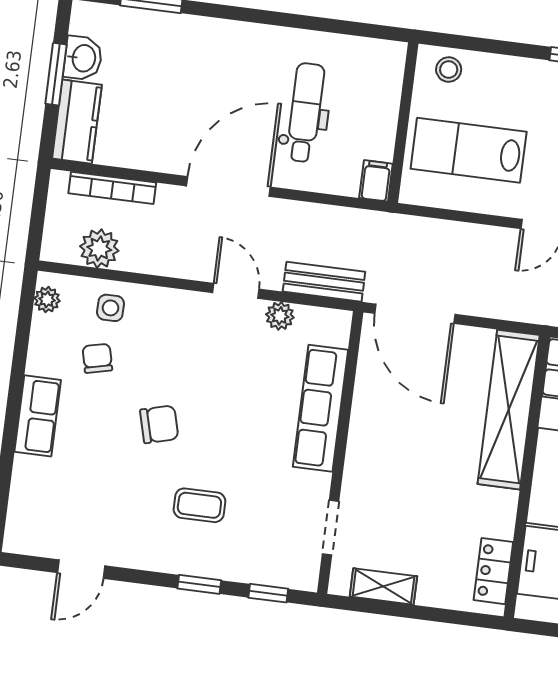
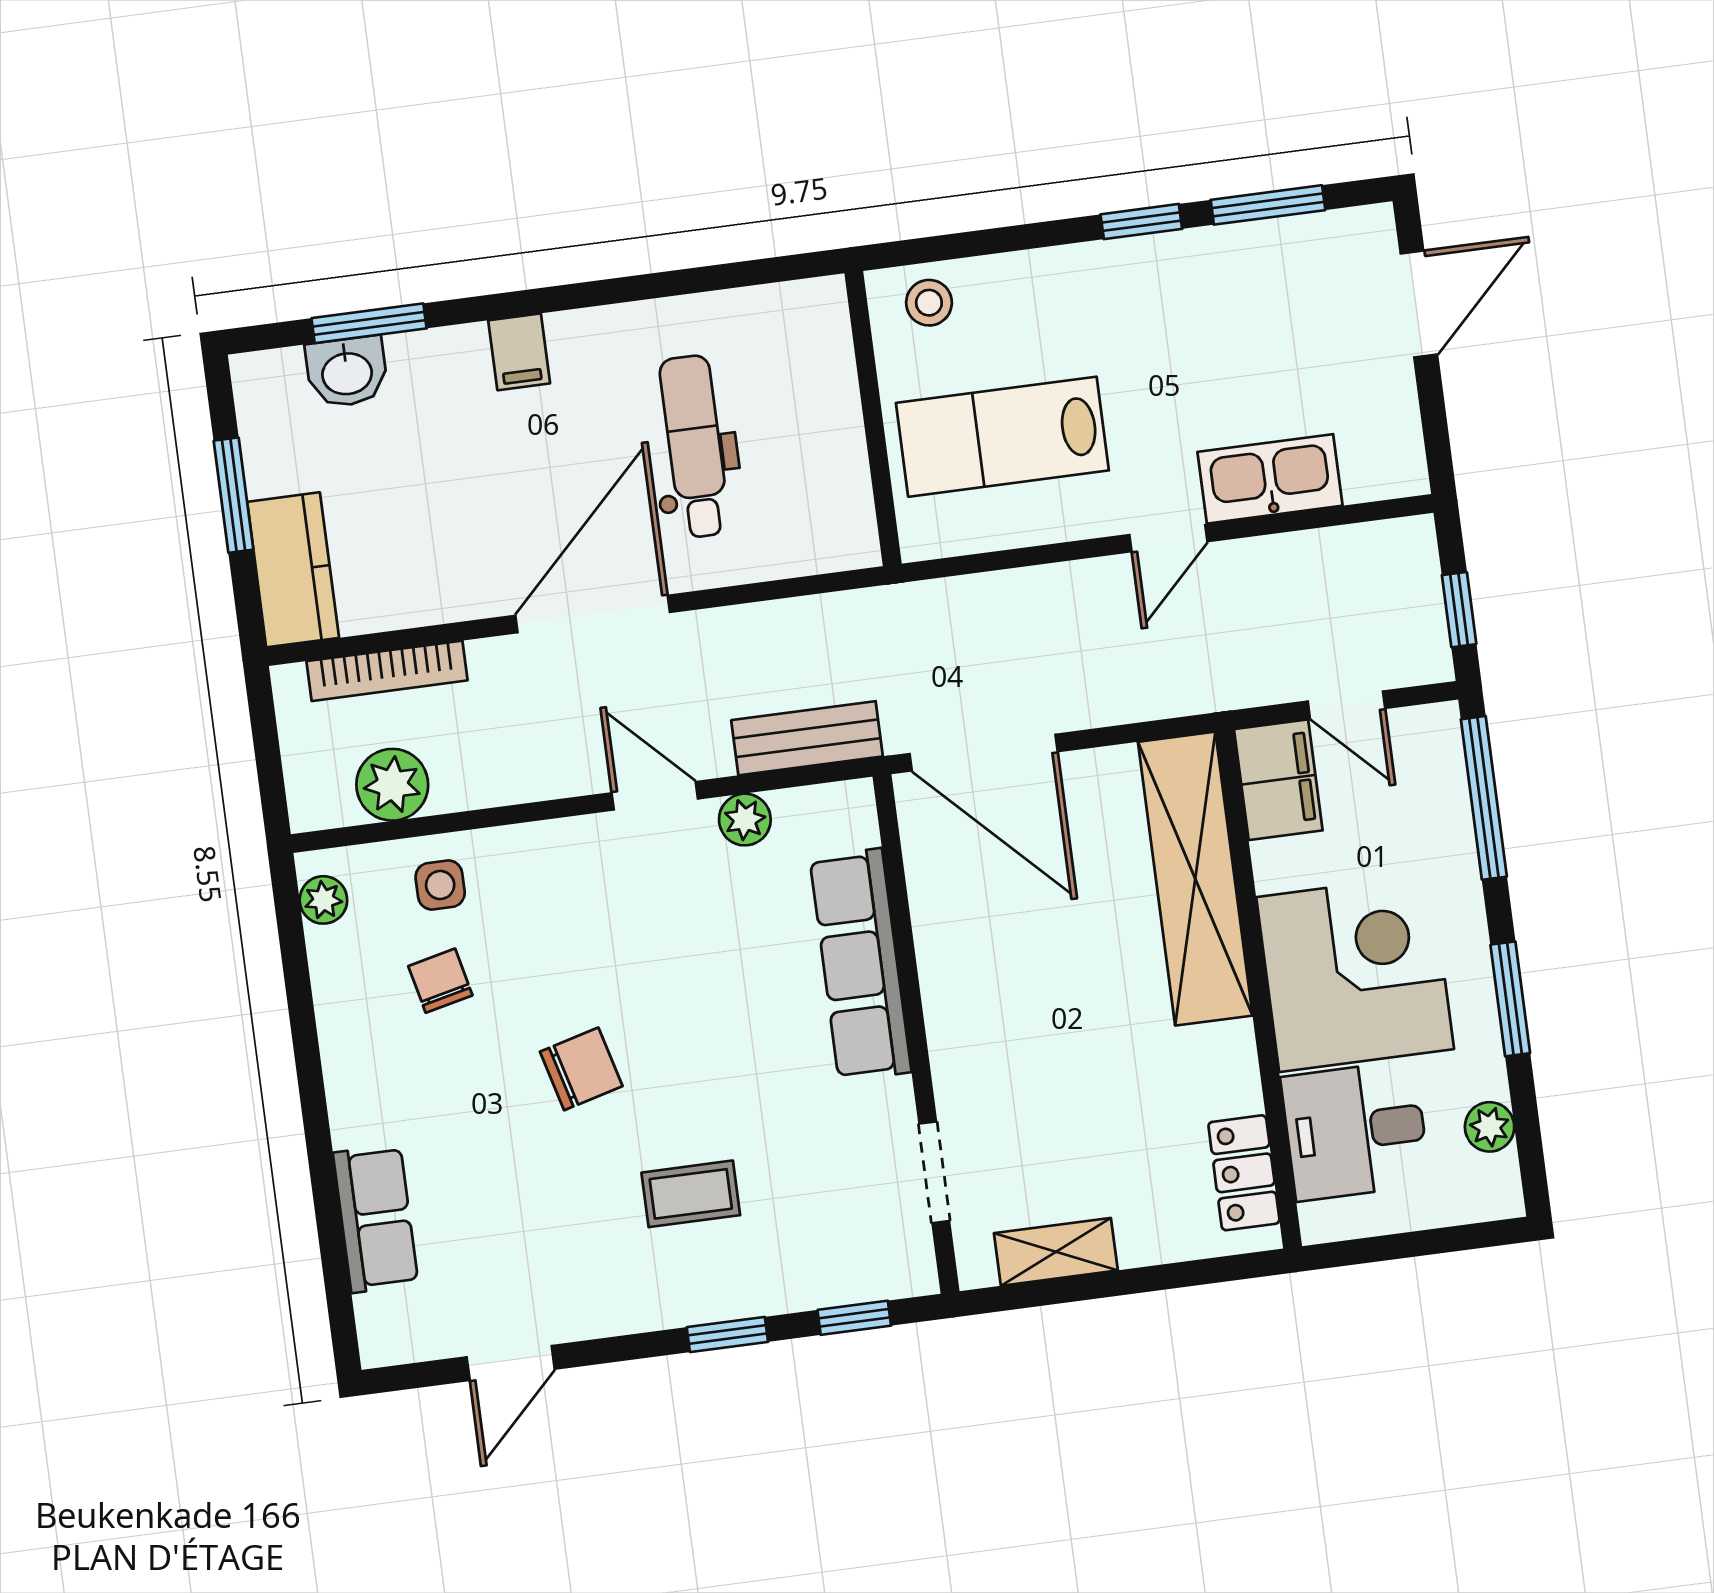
washbasin: (83, 58) -> (347, 372), moved, turned 90
filing cabinet: (376, 181) -> (519, 352), moved, turned 180
row of seats: (38, 416) -> (376, 1219), moved

